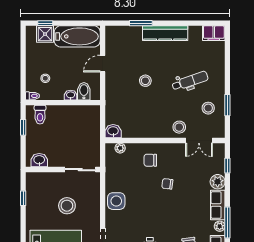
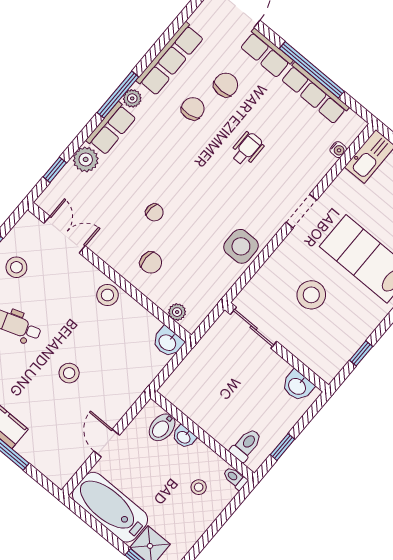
door: (103, 64) -> (107, 443), swing flipped
stool: (179, 127) -> (107, 295), moved

